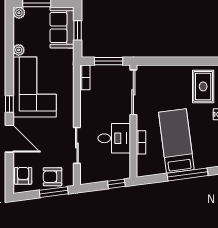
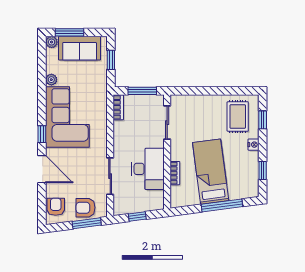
sofa: (62, 27) -> (80, 48), moved, turned -90
sliding door: (133, 92) -> (167, 123), width x0.73
desk: (114, 138) -> (148, 169), width x1.37
window: (116, 184) -> (137, 217), moved

